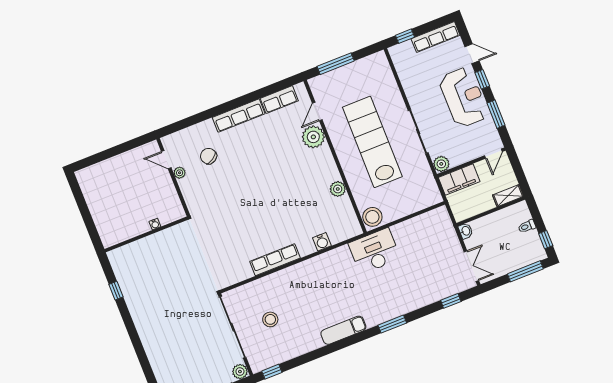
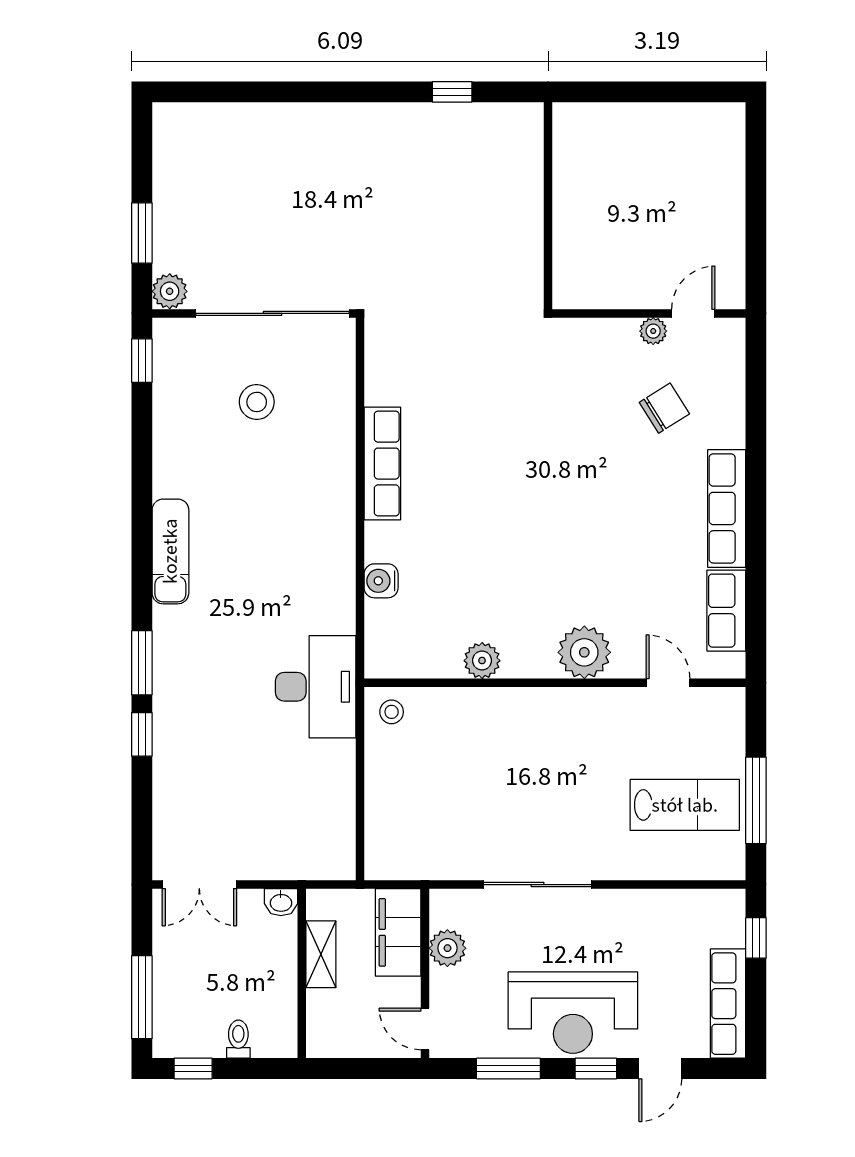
window: (336, 64) -> (756, 800), moved
plant: (313, 137) -> (584, 652), moved
lab bench: (372, 142) -> (685, 805), moved, width x0.54, depth x0.72
plant: (441, 164) -> (447, 948), moved
shelving: (508, 196) -> (321, 954), moved
stool: (372, 217) -> (392, 712), width x0.53, depth x0.53
water cooler: (155, 224) -> (563, 233), removed
window: (451, 301) -> (142, 734), moved

